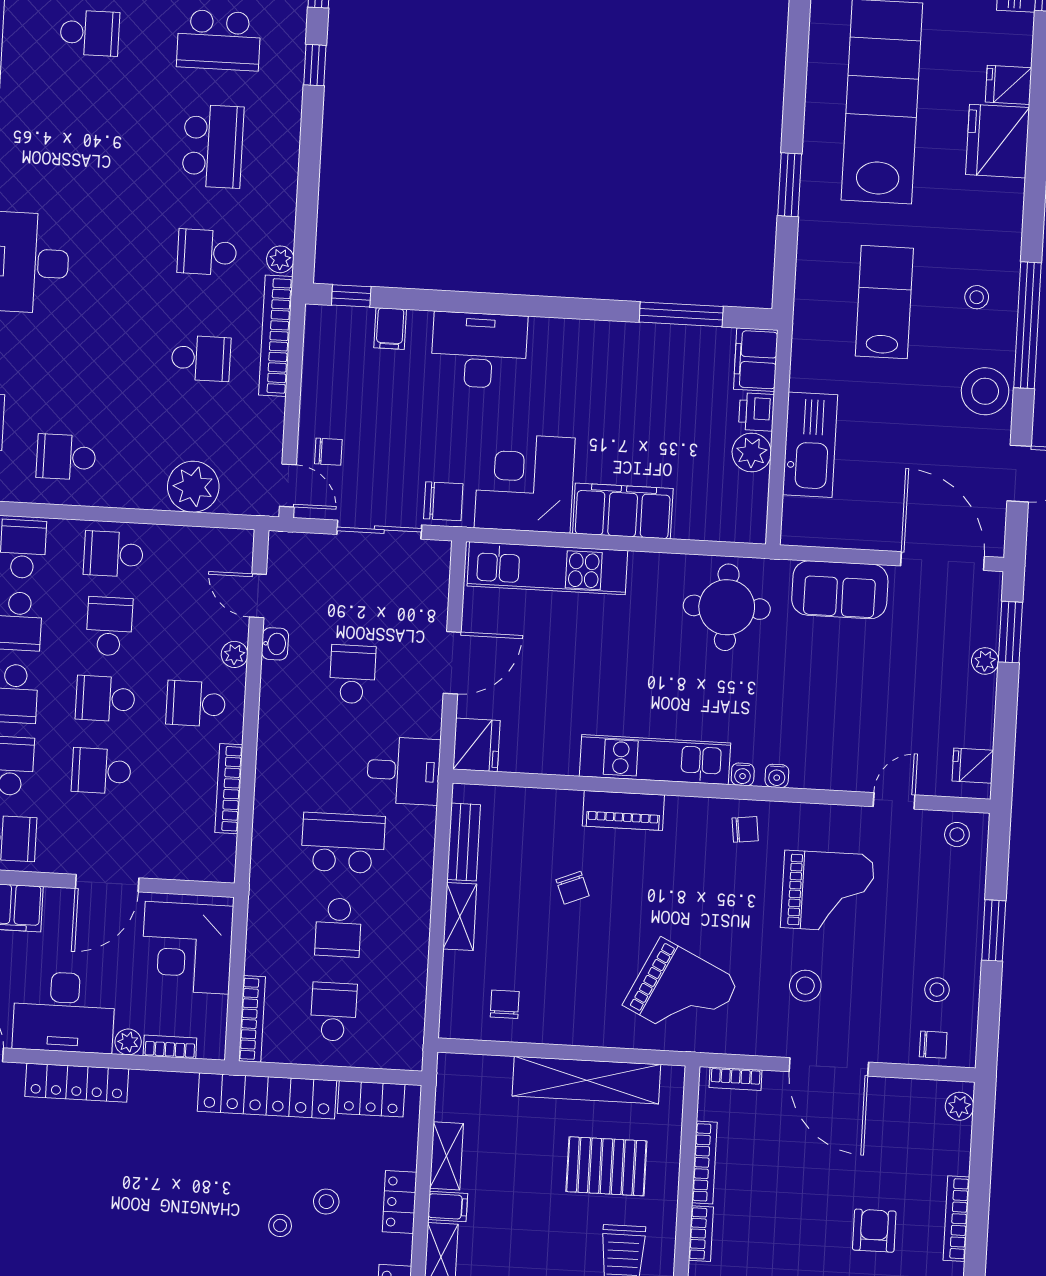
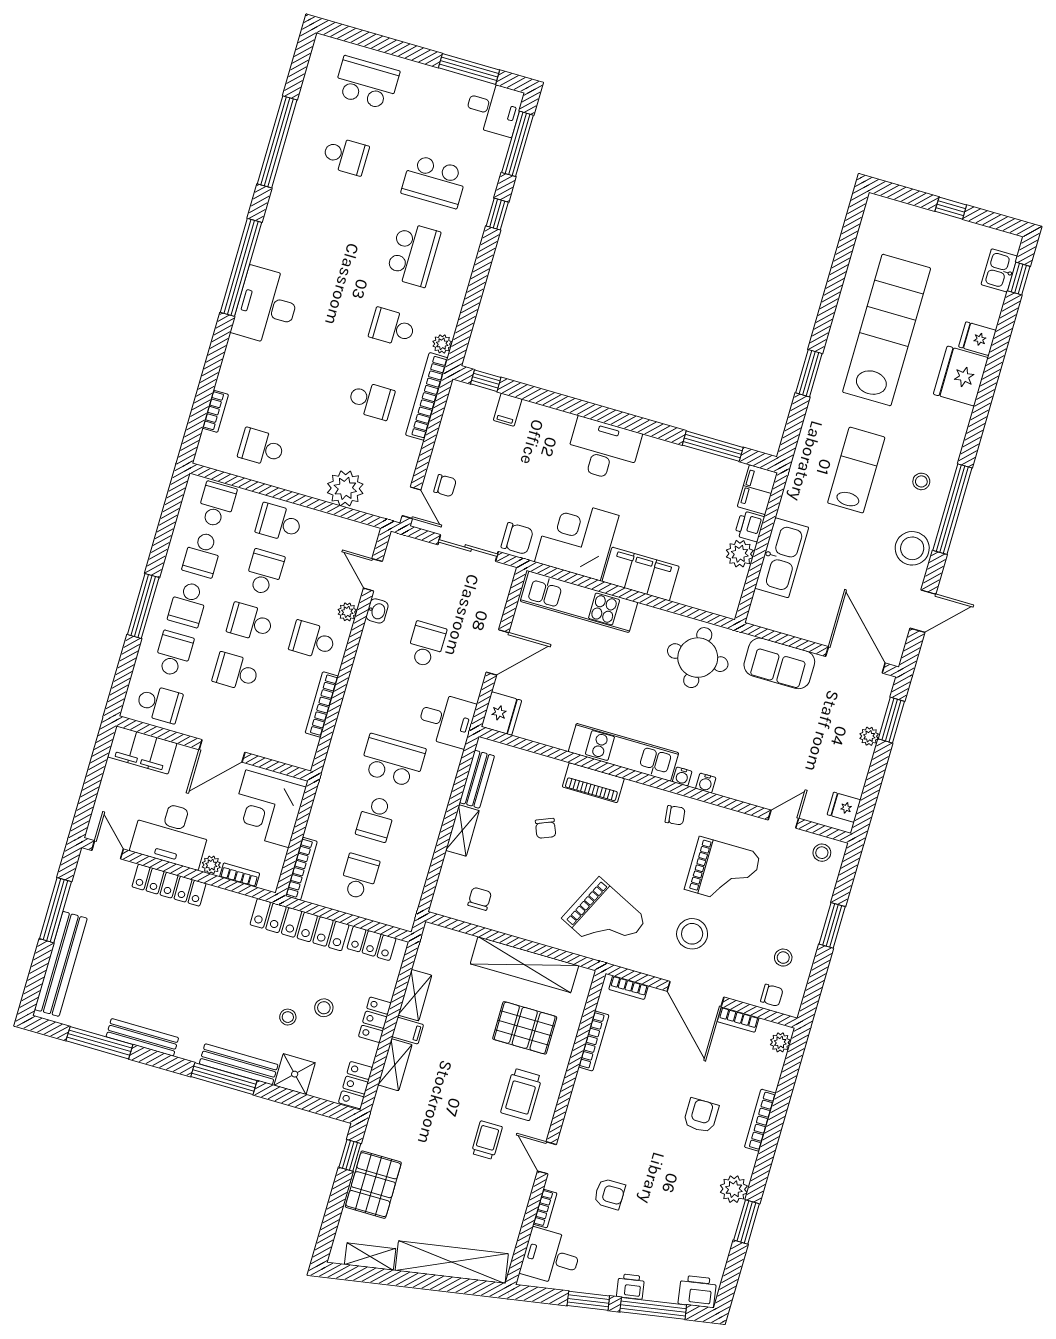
desk: (479, 350) -> (603, 450), moved
stool: (805, 986) -> (692, 934), width x1.38, depth x1.38
bookcase: (701, 1234) -> (738, 1020), moved, turned 90

